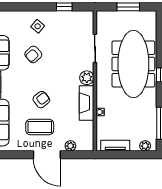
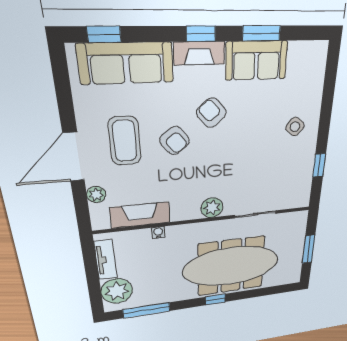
armchair: (33, 54) -> (211, 113), moved
fireplace: (87, 103) -> (140, 215), moved
plant: (145, 146) -> (117, 291), width x1.88, depth x1.88

